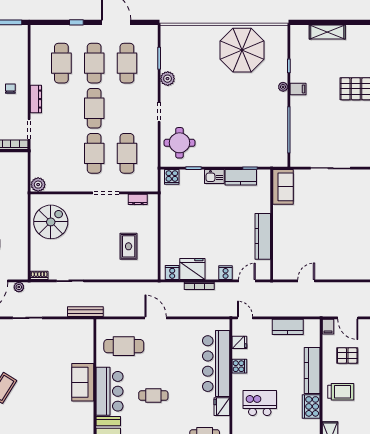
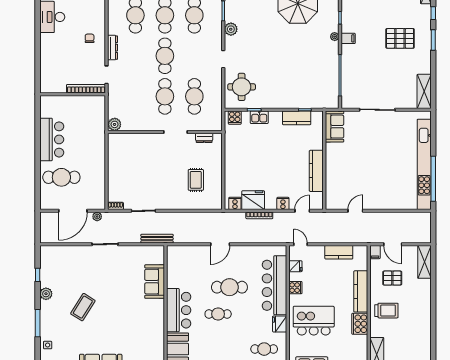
kitchen sink: (214, 177) -> (259, 117), moved
spiral stairs: (51, 222) -> (126, 158), removed
door: (156, 318) -> (220, 244), swing flipped
cafe table: (124, 346) -> (229, 287), moved
sofa: (83, 382) -> (155, 282), moved
kitchen island: (260, 403) -> (314, 321), width x1.37, depth x1.28

